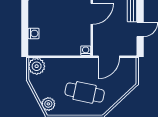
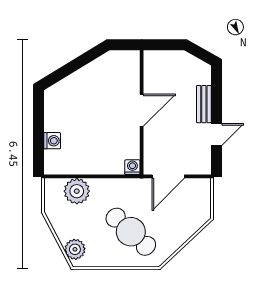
plant: (37, 66) -> (77, 191), moved
cafe table: (85, 92) -> (131, 232), turned 31

